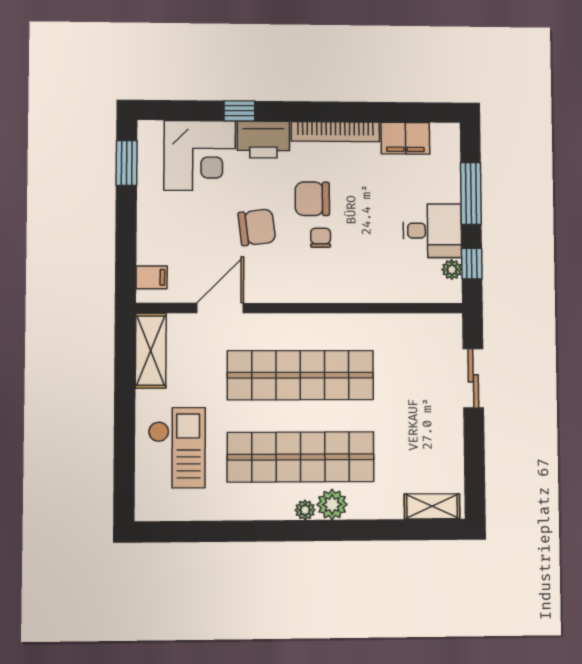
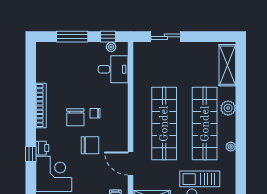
filing cabinet: (405, 138) -> (44, 70), removed
printer: (263, 140) -> (42, 148), width x0.53, depth x0.68
chair: (257, 227) -> (90, 145), turned 97
desk: (432, 231) -> (113, 69), moved, turned 90
shelving: (432, 506) -> (227, 65), width x1.50, depth x1.33
plant: (305, 510) -> (231, 147), moved

